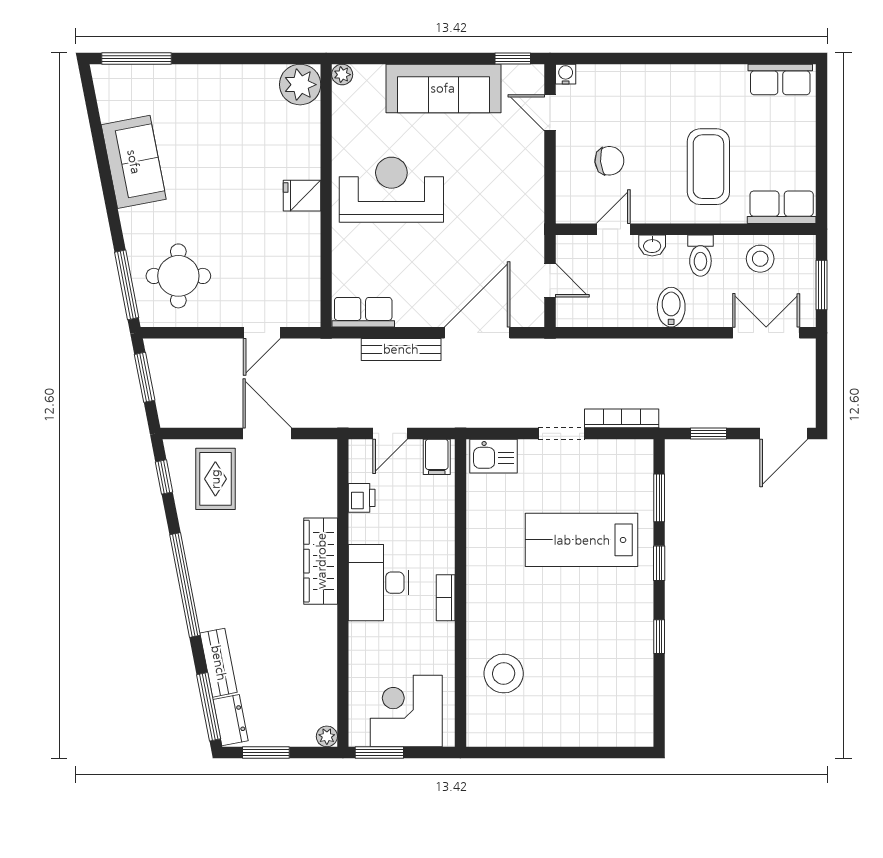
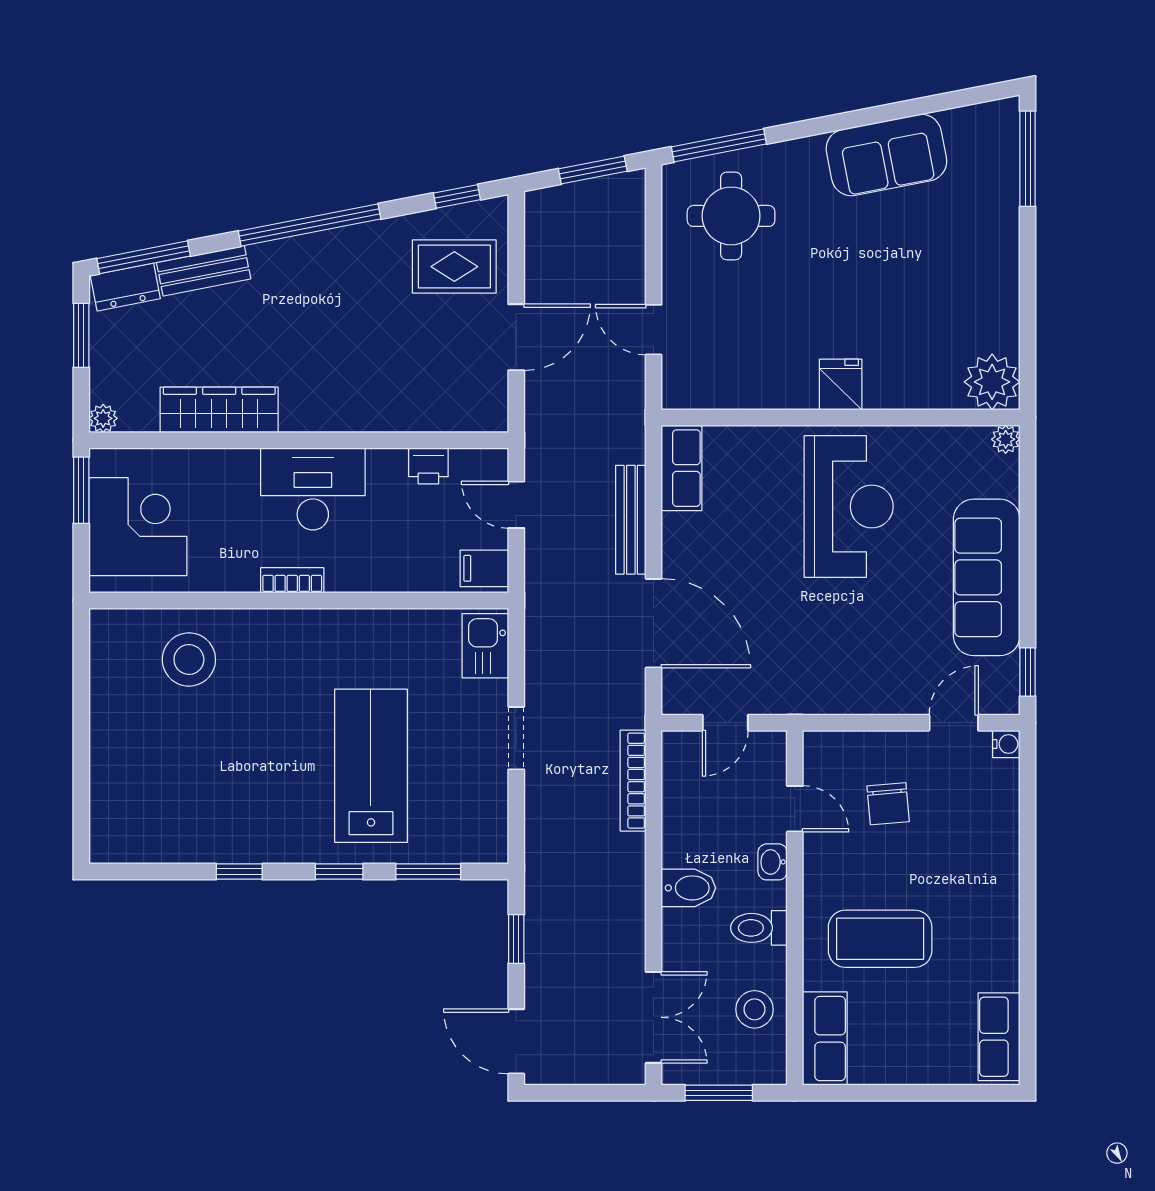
bookcase: (622, 418) -> (633, 781), moved, turned 180
wardrobe: (321, 561) -> (219, 410), moved

